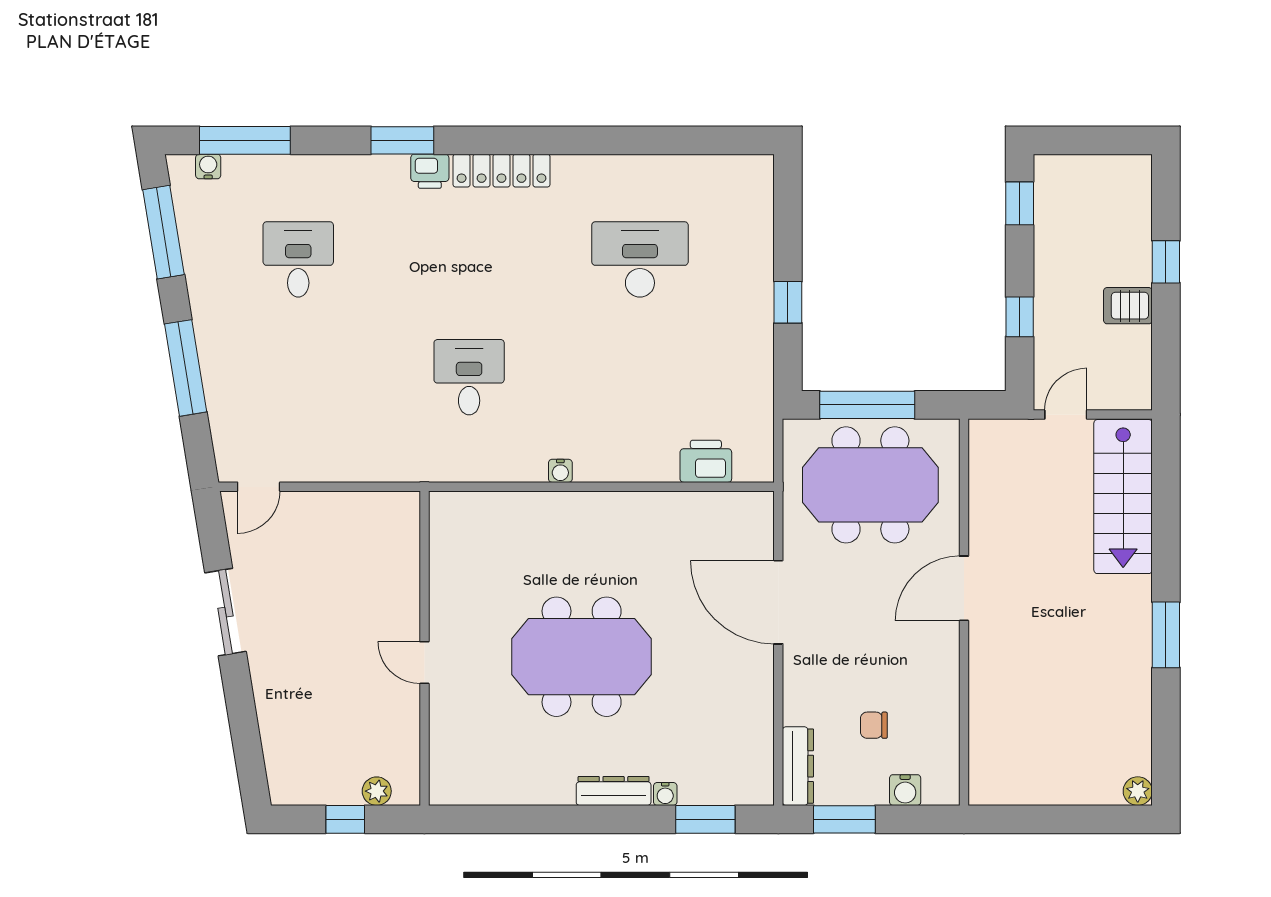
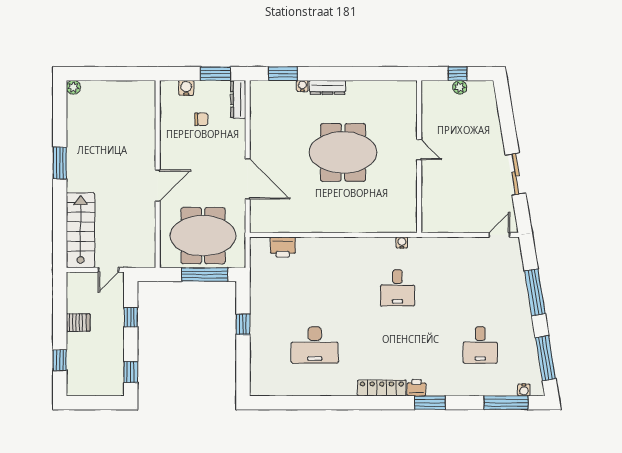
window: (1166, 262) -> (60, 360), moved
water cooler: (560, 471) -> (402, 242), moved
plant: (377, 791) -> (460, 87), moved

